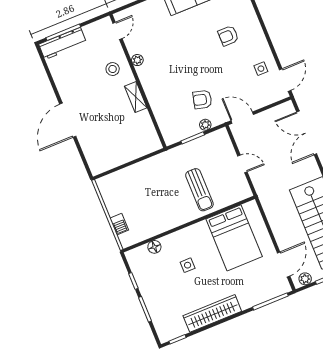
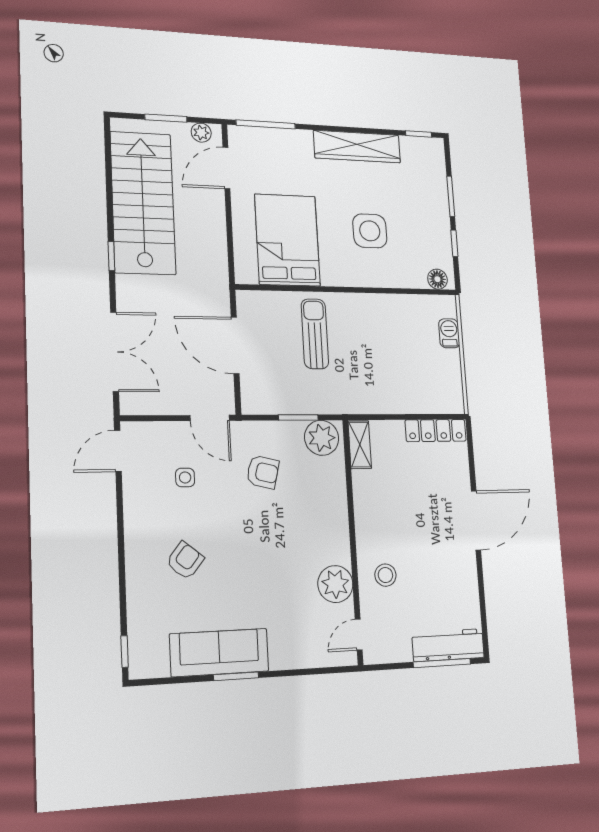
armchair: (228, 36) -> (185, 560), turned -51
plant: (137, 60) -> (335, 584), width x1.87, depth x1.87
side table: (261, 69) -> (185, 477), moved
shelving: (136, 97) -> (360, 445), moved
plant: (205, 125) -> (322, 438), moved, width x1.88, depth x1.88
locker: (109, 163) -> (436, 431), added
door: (242, 164) -> (235, 345), width x1.88
floor lamp: (154, 247) -> (437, 279), moved
side table: (188, 265) -> (370, 231), width x1.87, depth x1.87

